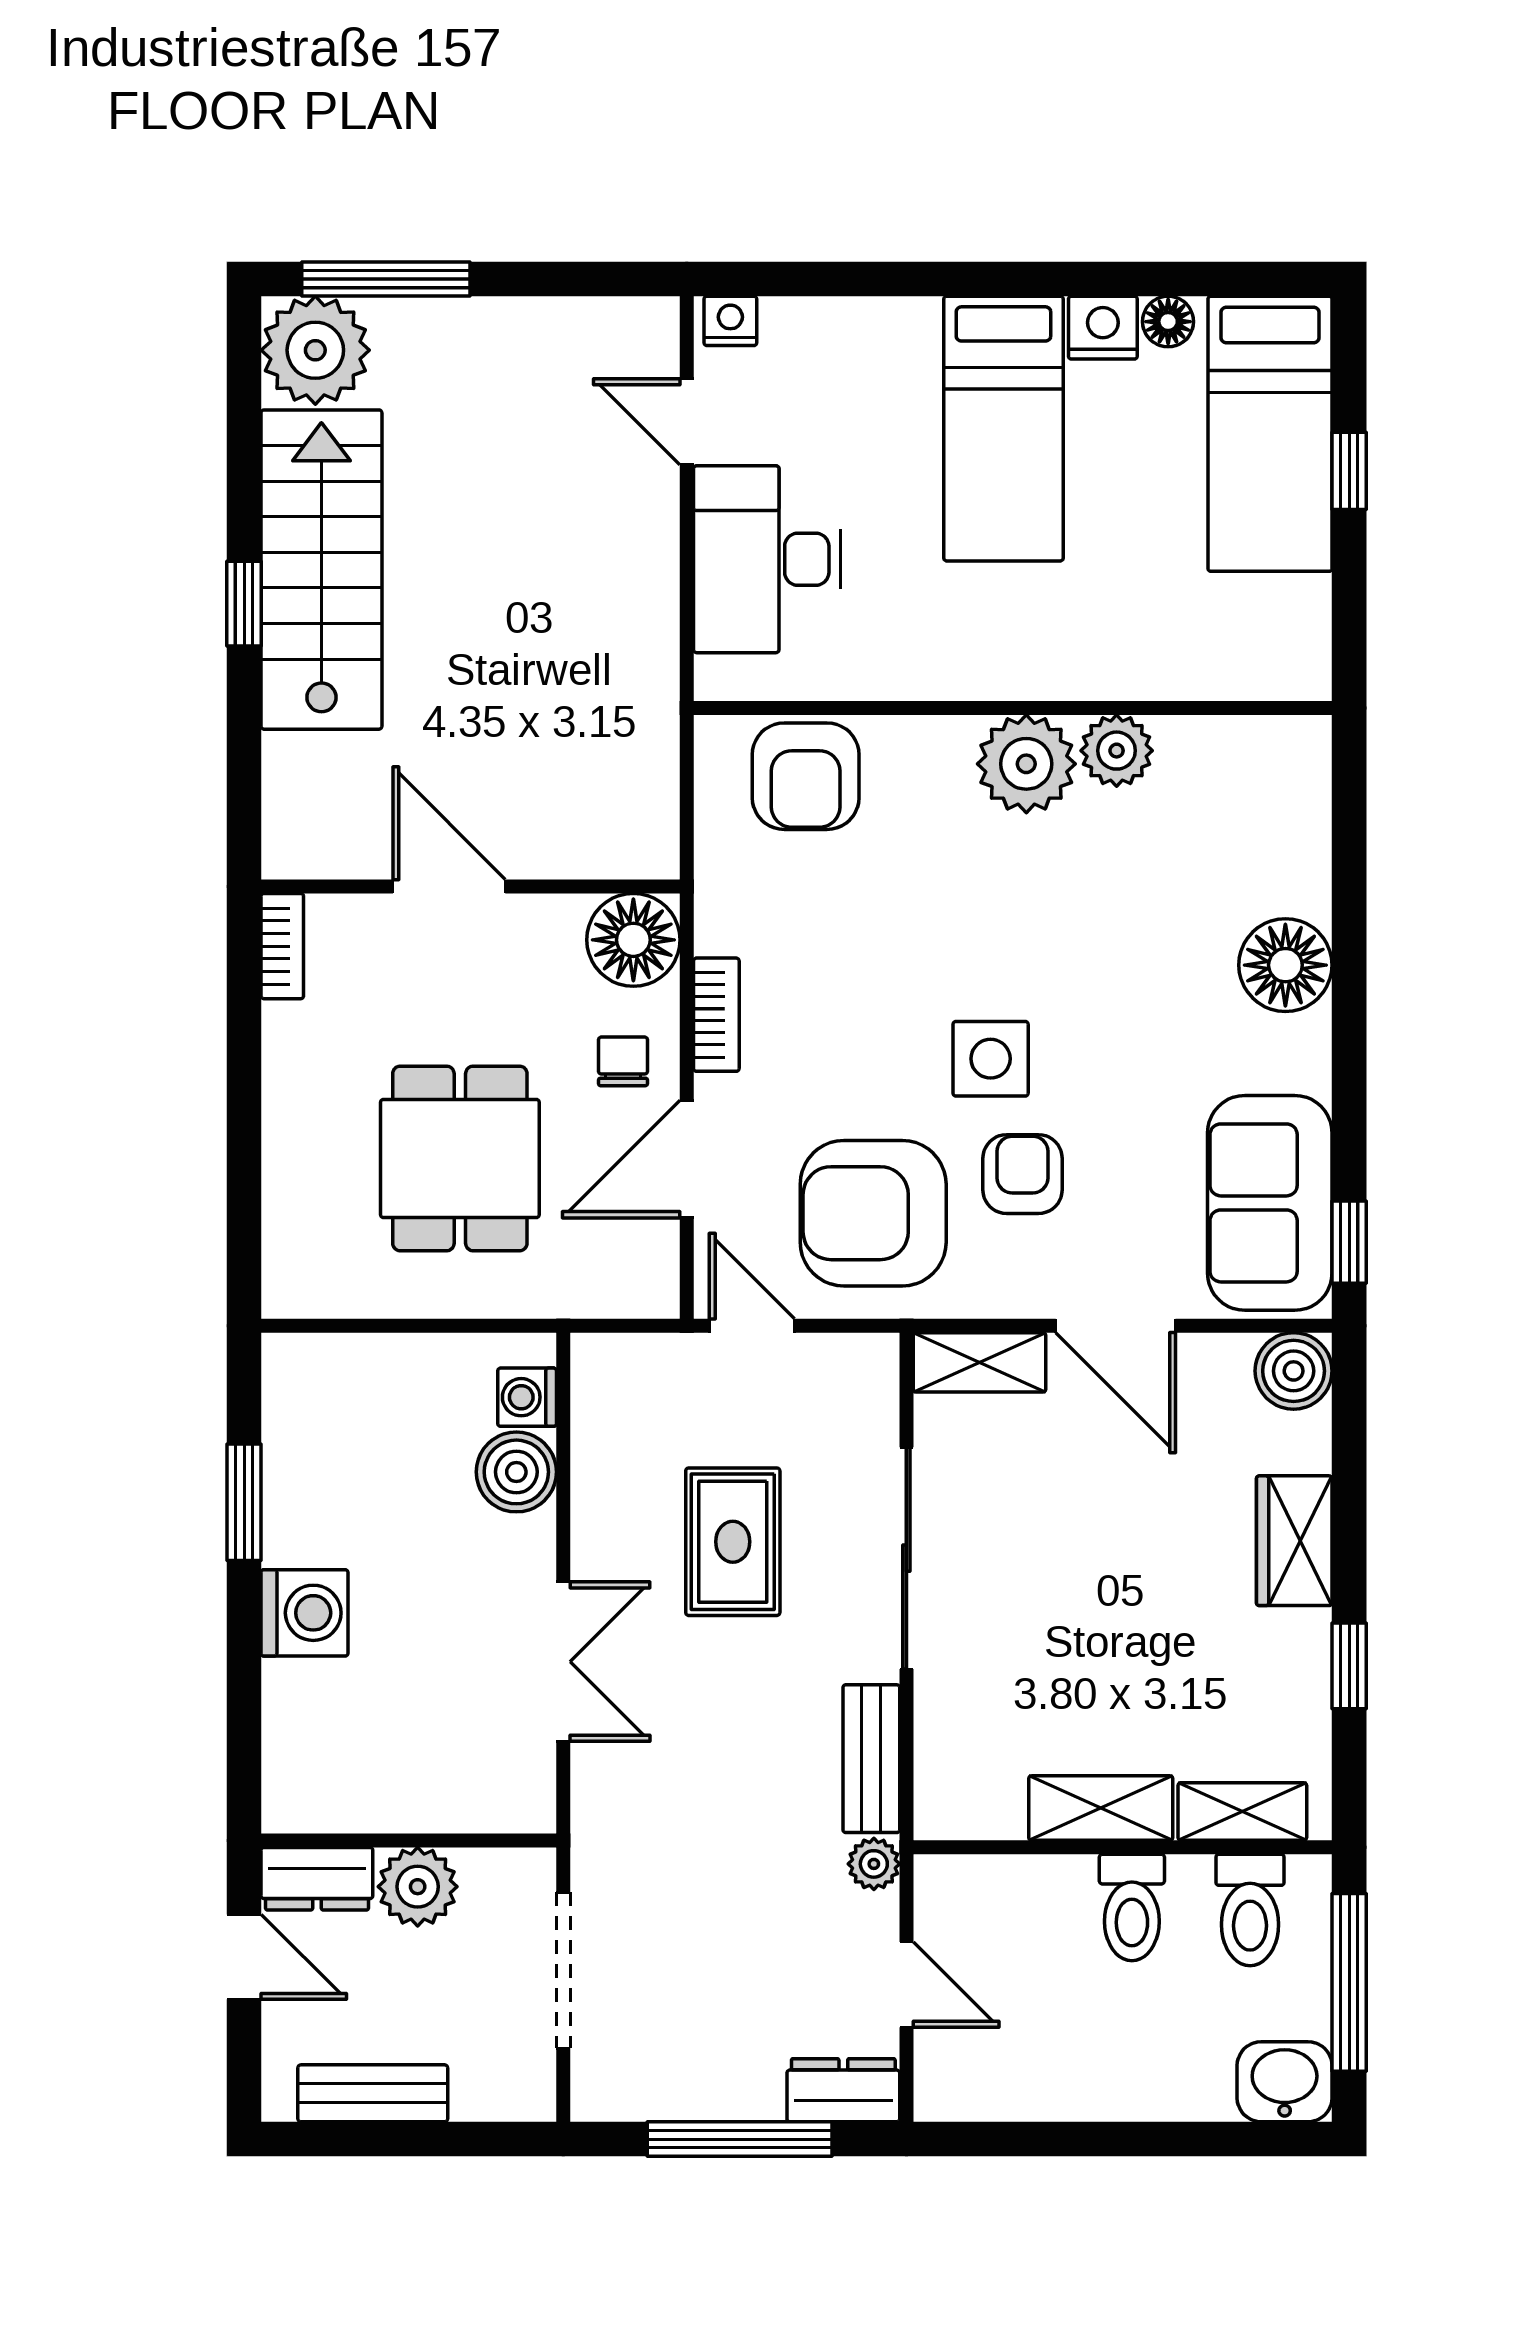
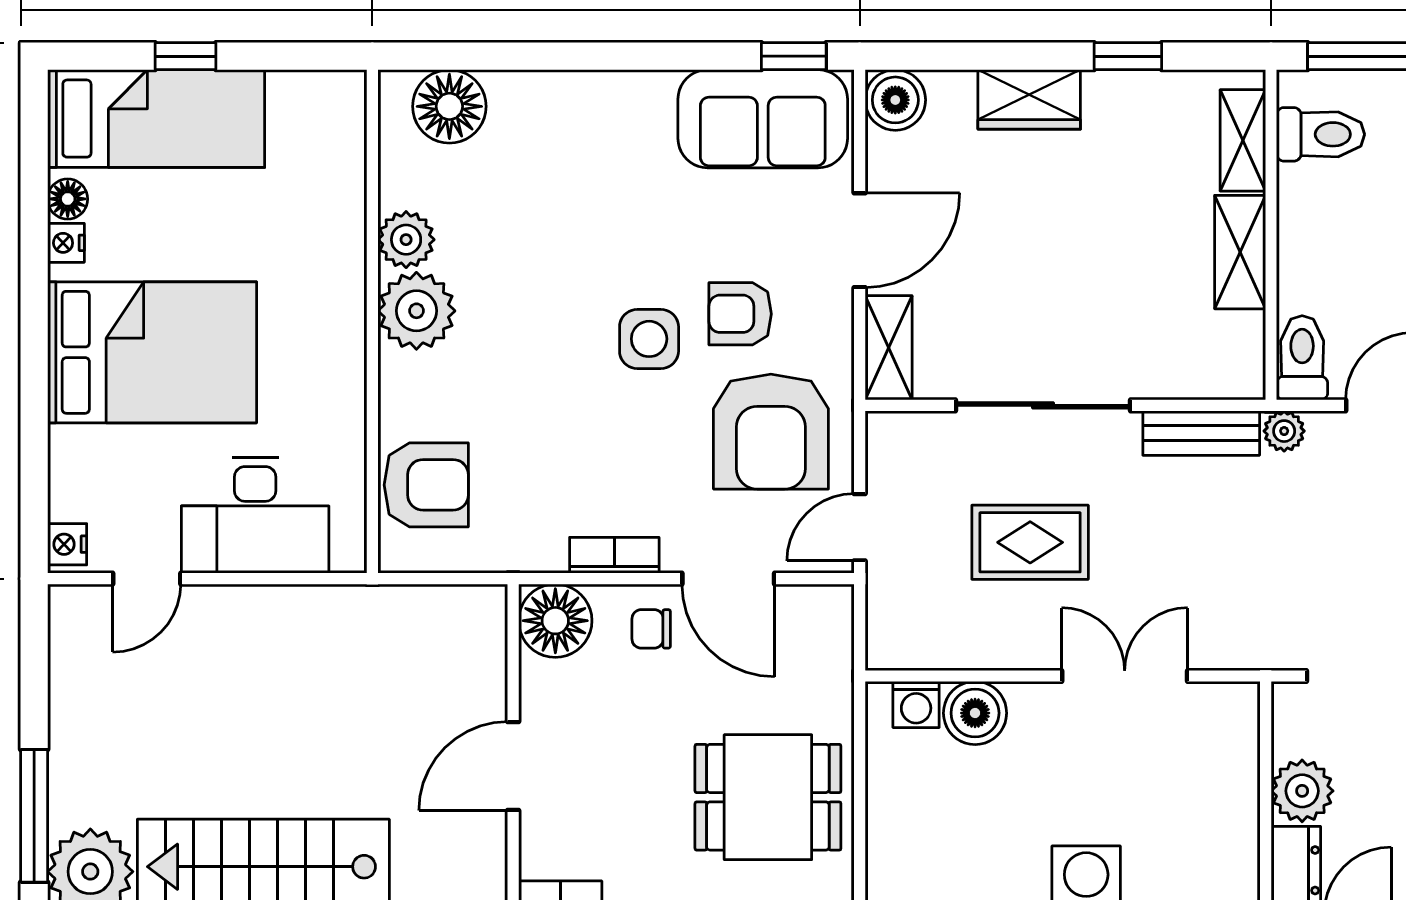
nightstand: (1103, 328) -> (66, 243), width x0.72, depth x0.74
bed: (1003, 429) -> (152, 352), width x1.50
floor lamp: (1285, 965) -> (449, 106), moved
dining table: (460, 1158) -> (768, 797), moved
toilet: (1132, 1908) -> (1302, 358), moved, turned -90

